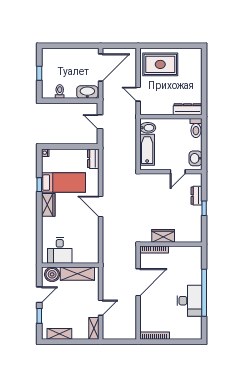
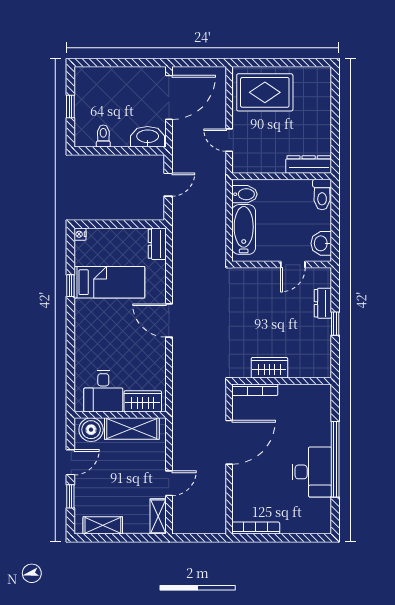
door: (100, 122) -> (168, 185), swing flipped
wardrobe: (48, 205) -> (143, 401), moved, turned -90

